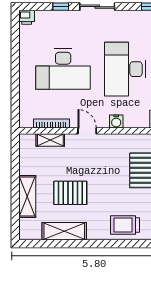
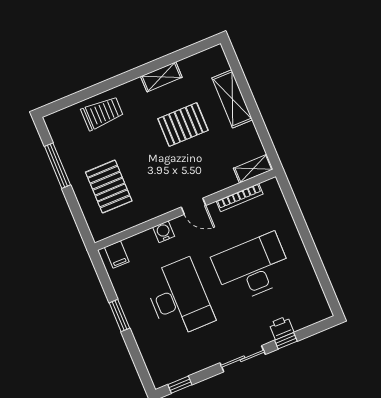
printer: (27, 17) -> (281, 328), moved
shelving: (50, 140) -> (253, 169), moved
shelving: (64, 231) -> (161, 77), width x0.67, depth x0.75

